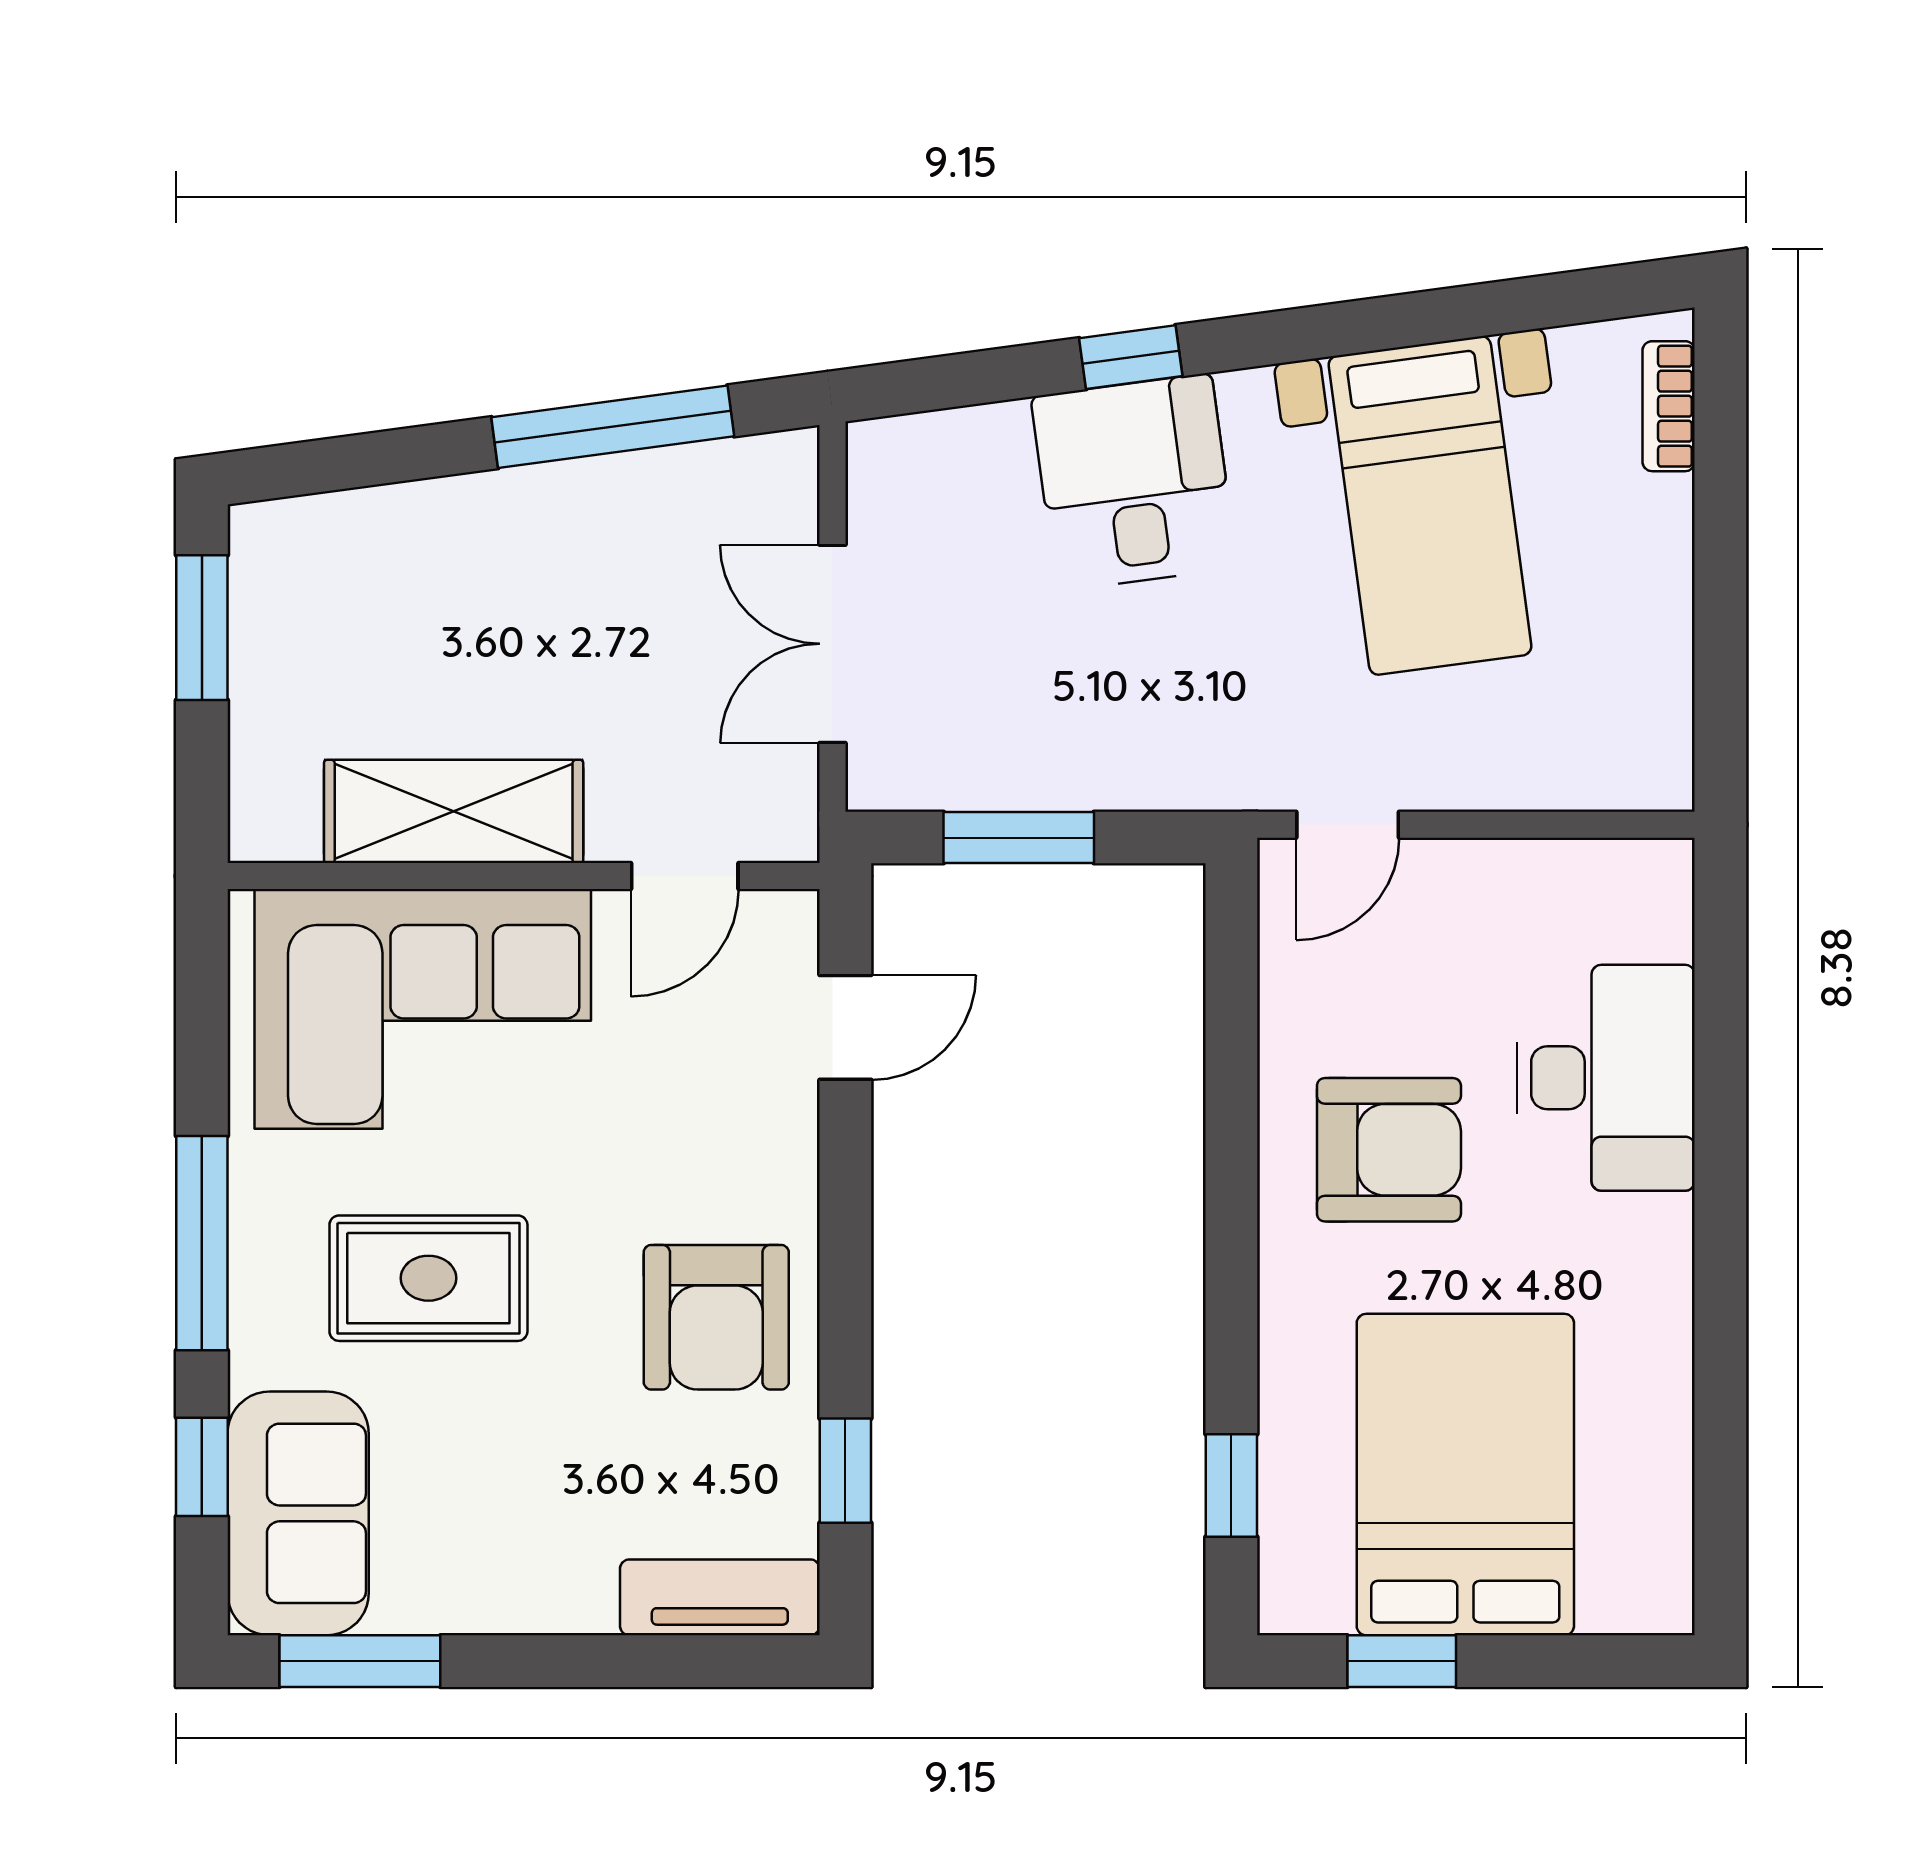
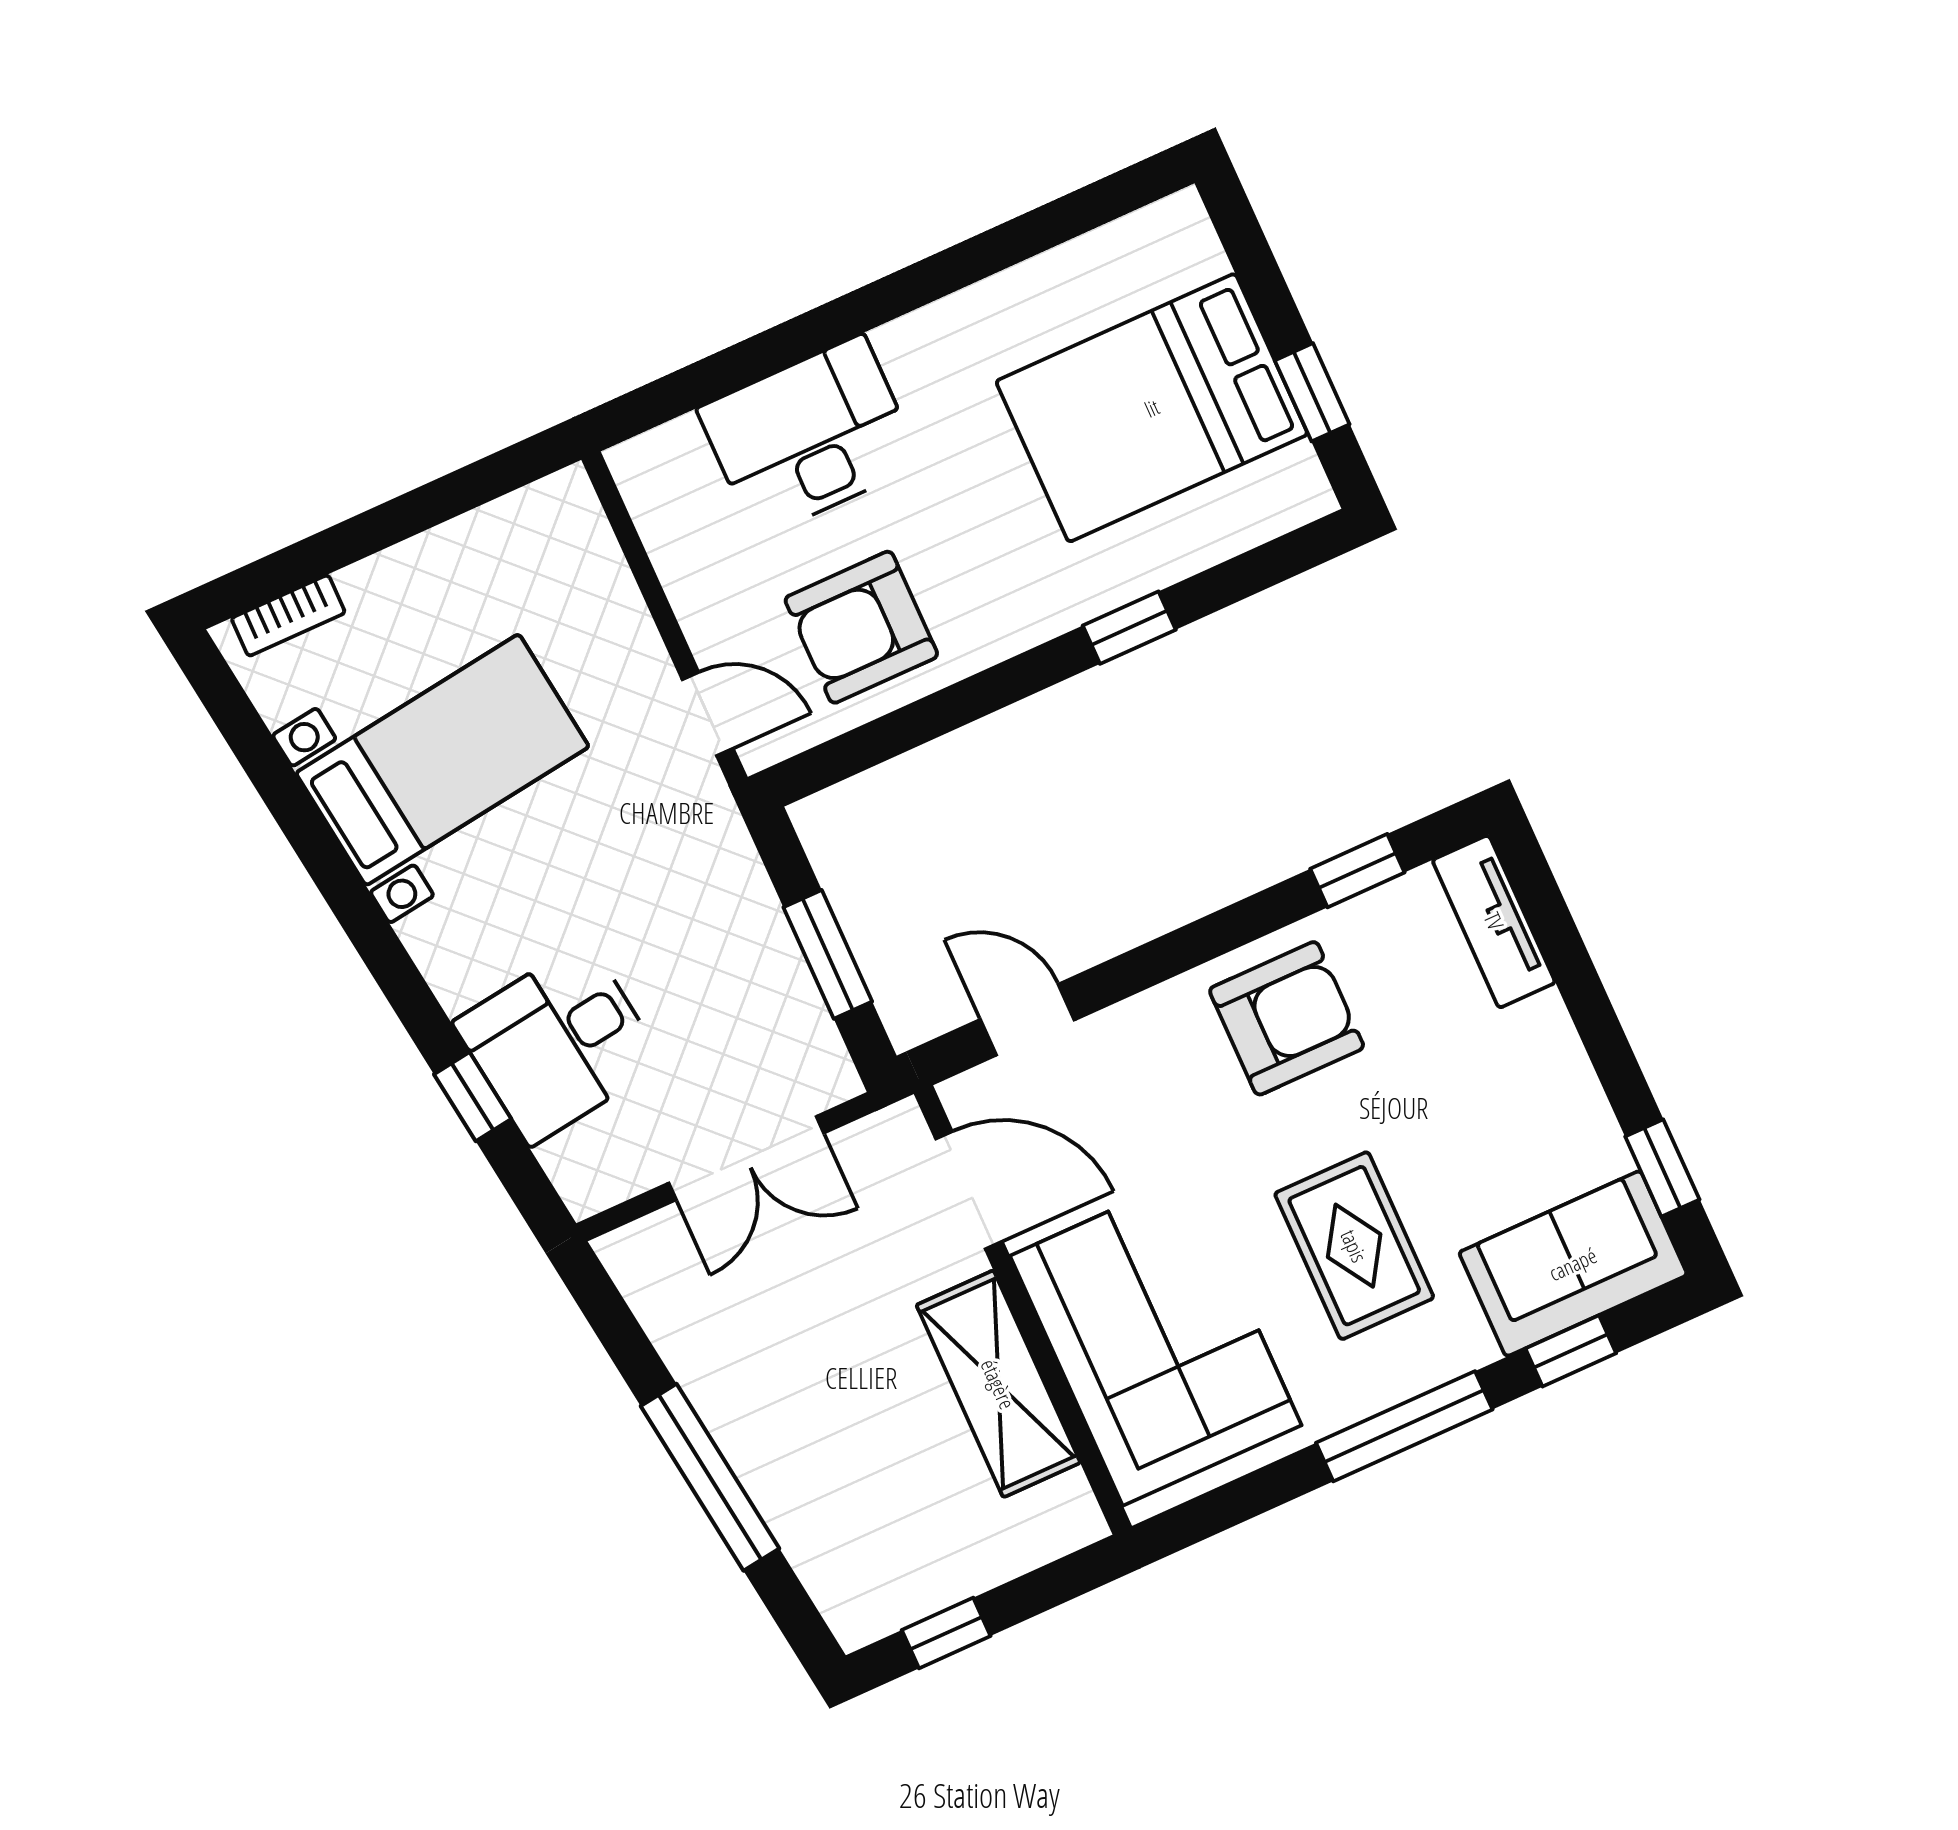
window: (1131, 357) -> (473, 1097), moved
window: (613, 427) -> (710, 1477), moved
desk: (1134, 482) -> (559, 1043), moved
window: (202, 628) -> (946, 1633), width x0.67
door: (685, 876) -> (969, 1190), width x1.37
armchair: (1389, 1150) -> (861, 627), moved, turned -90
window: (1231, 1486) -> (1129, 628), moved
window: (360, 1661) -> (1662, 1168), width x0.67

